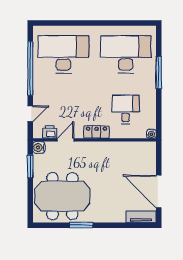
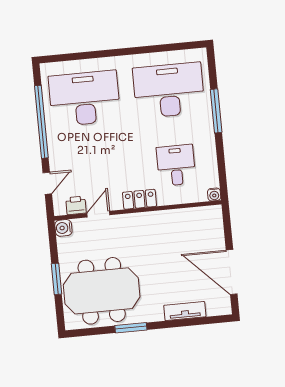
window: (30, 166) -> (57, 279), moved
tv unit: (141, 217) -> (185, 311), moved

